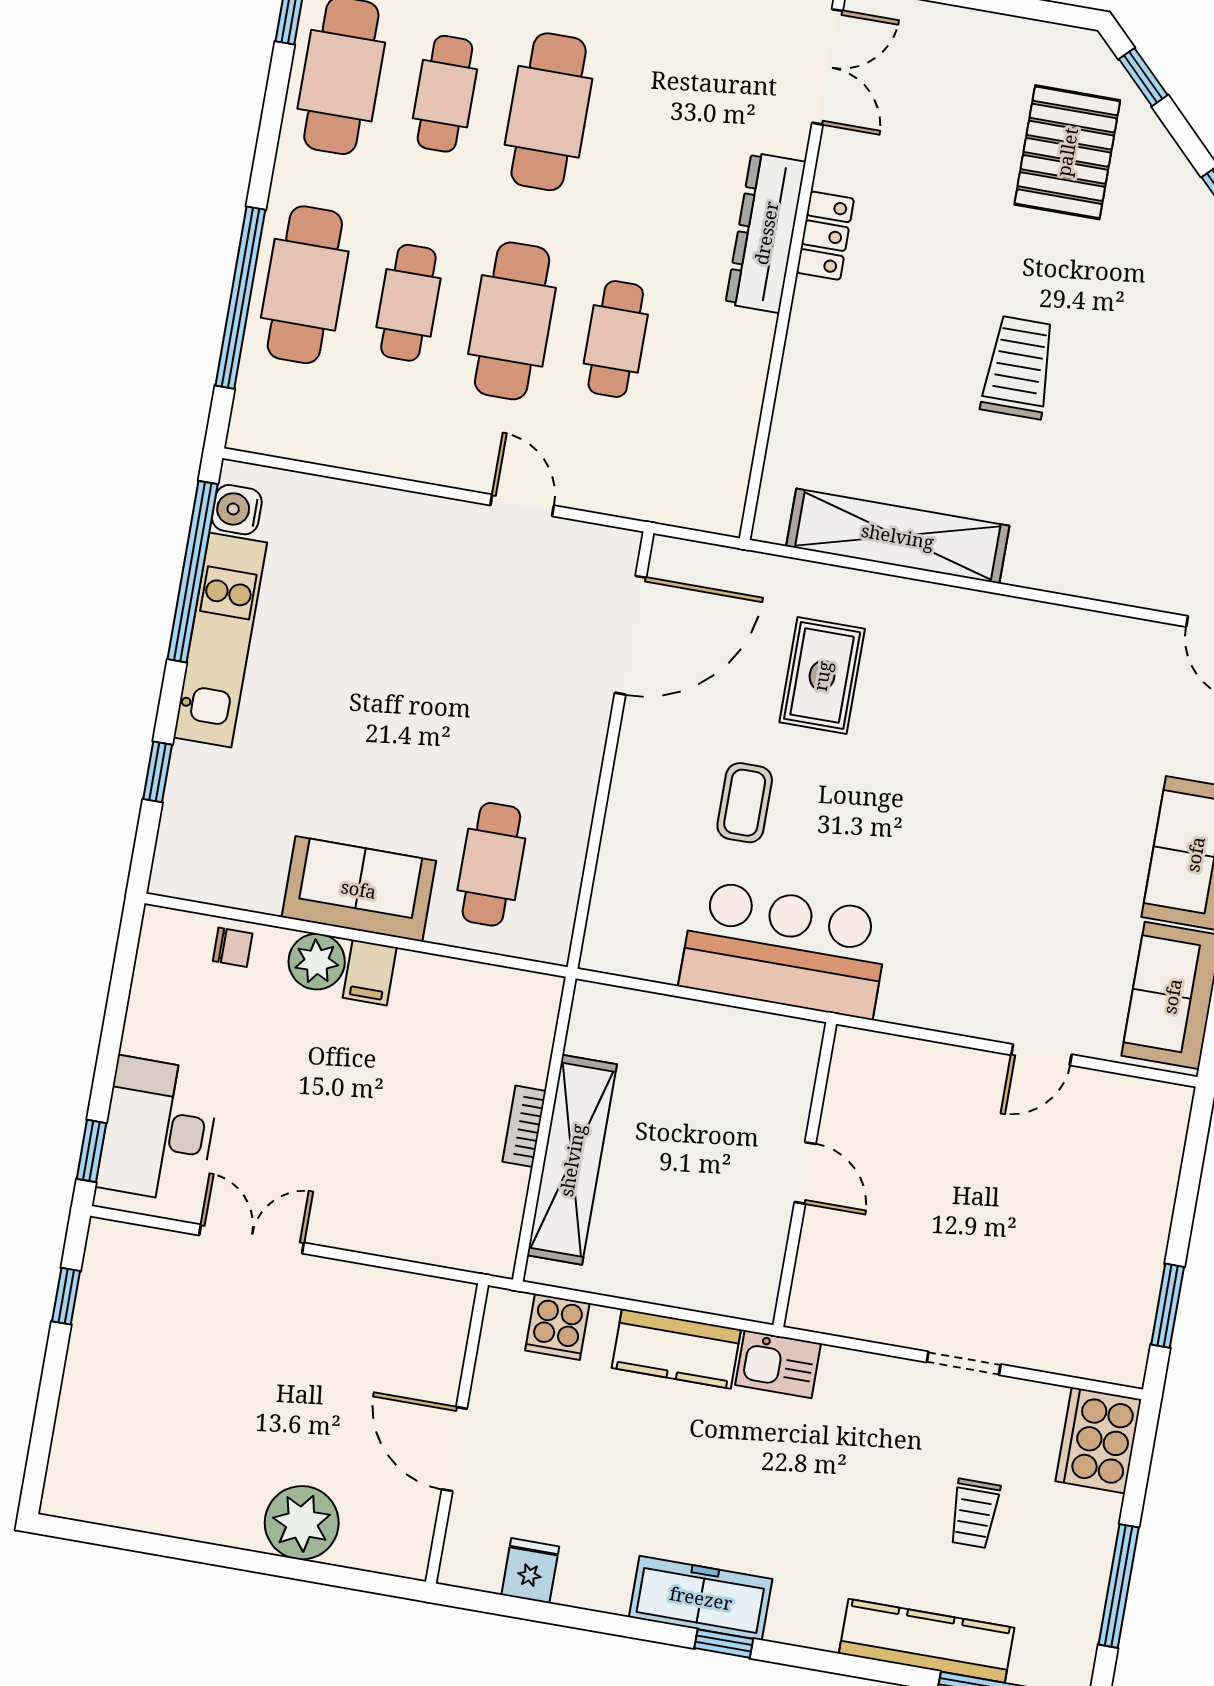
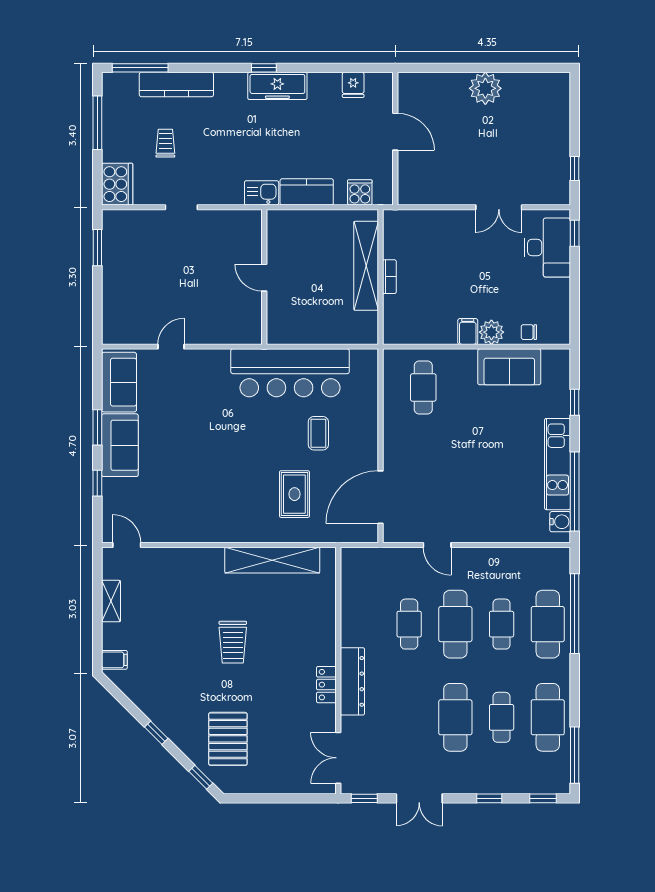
sofa: (359, 889) -> (509, 367), moved
bar counter: (785, 949) -> (290, 373), width x1.36
plant: (302, 1523) -> (485, 88), moved

